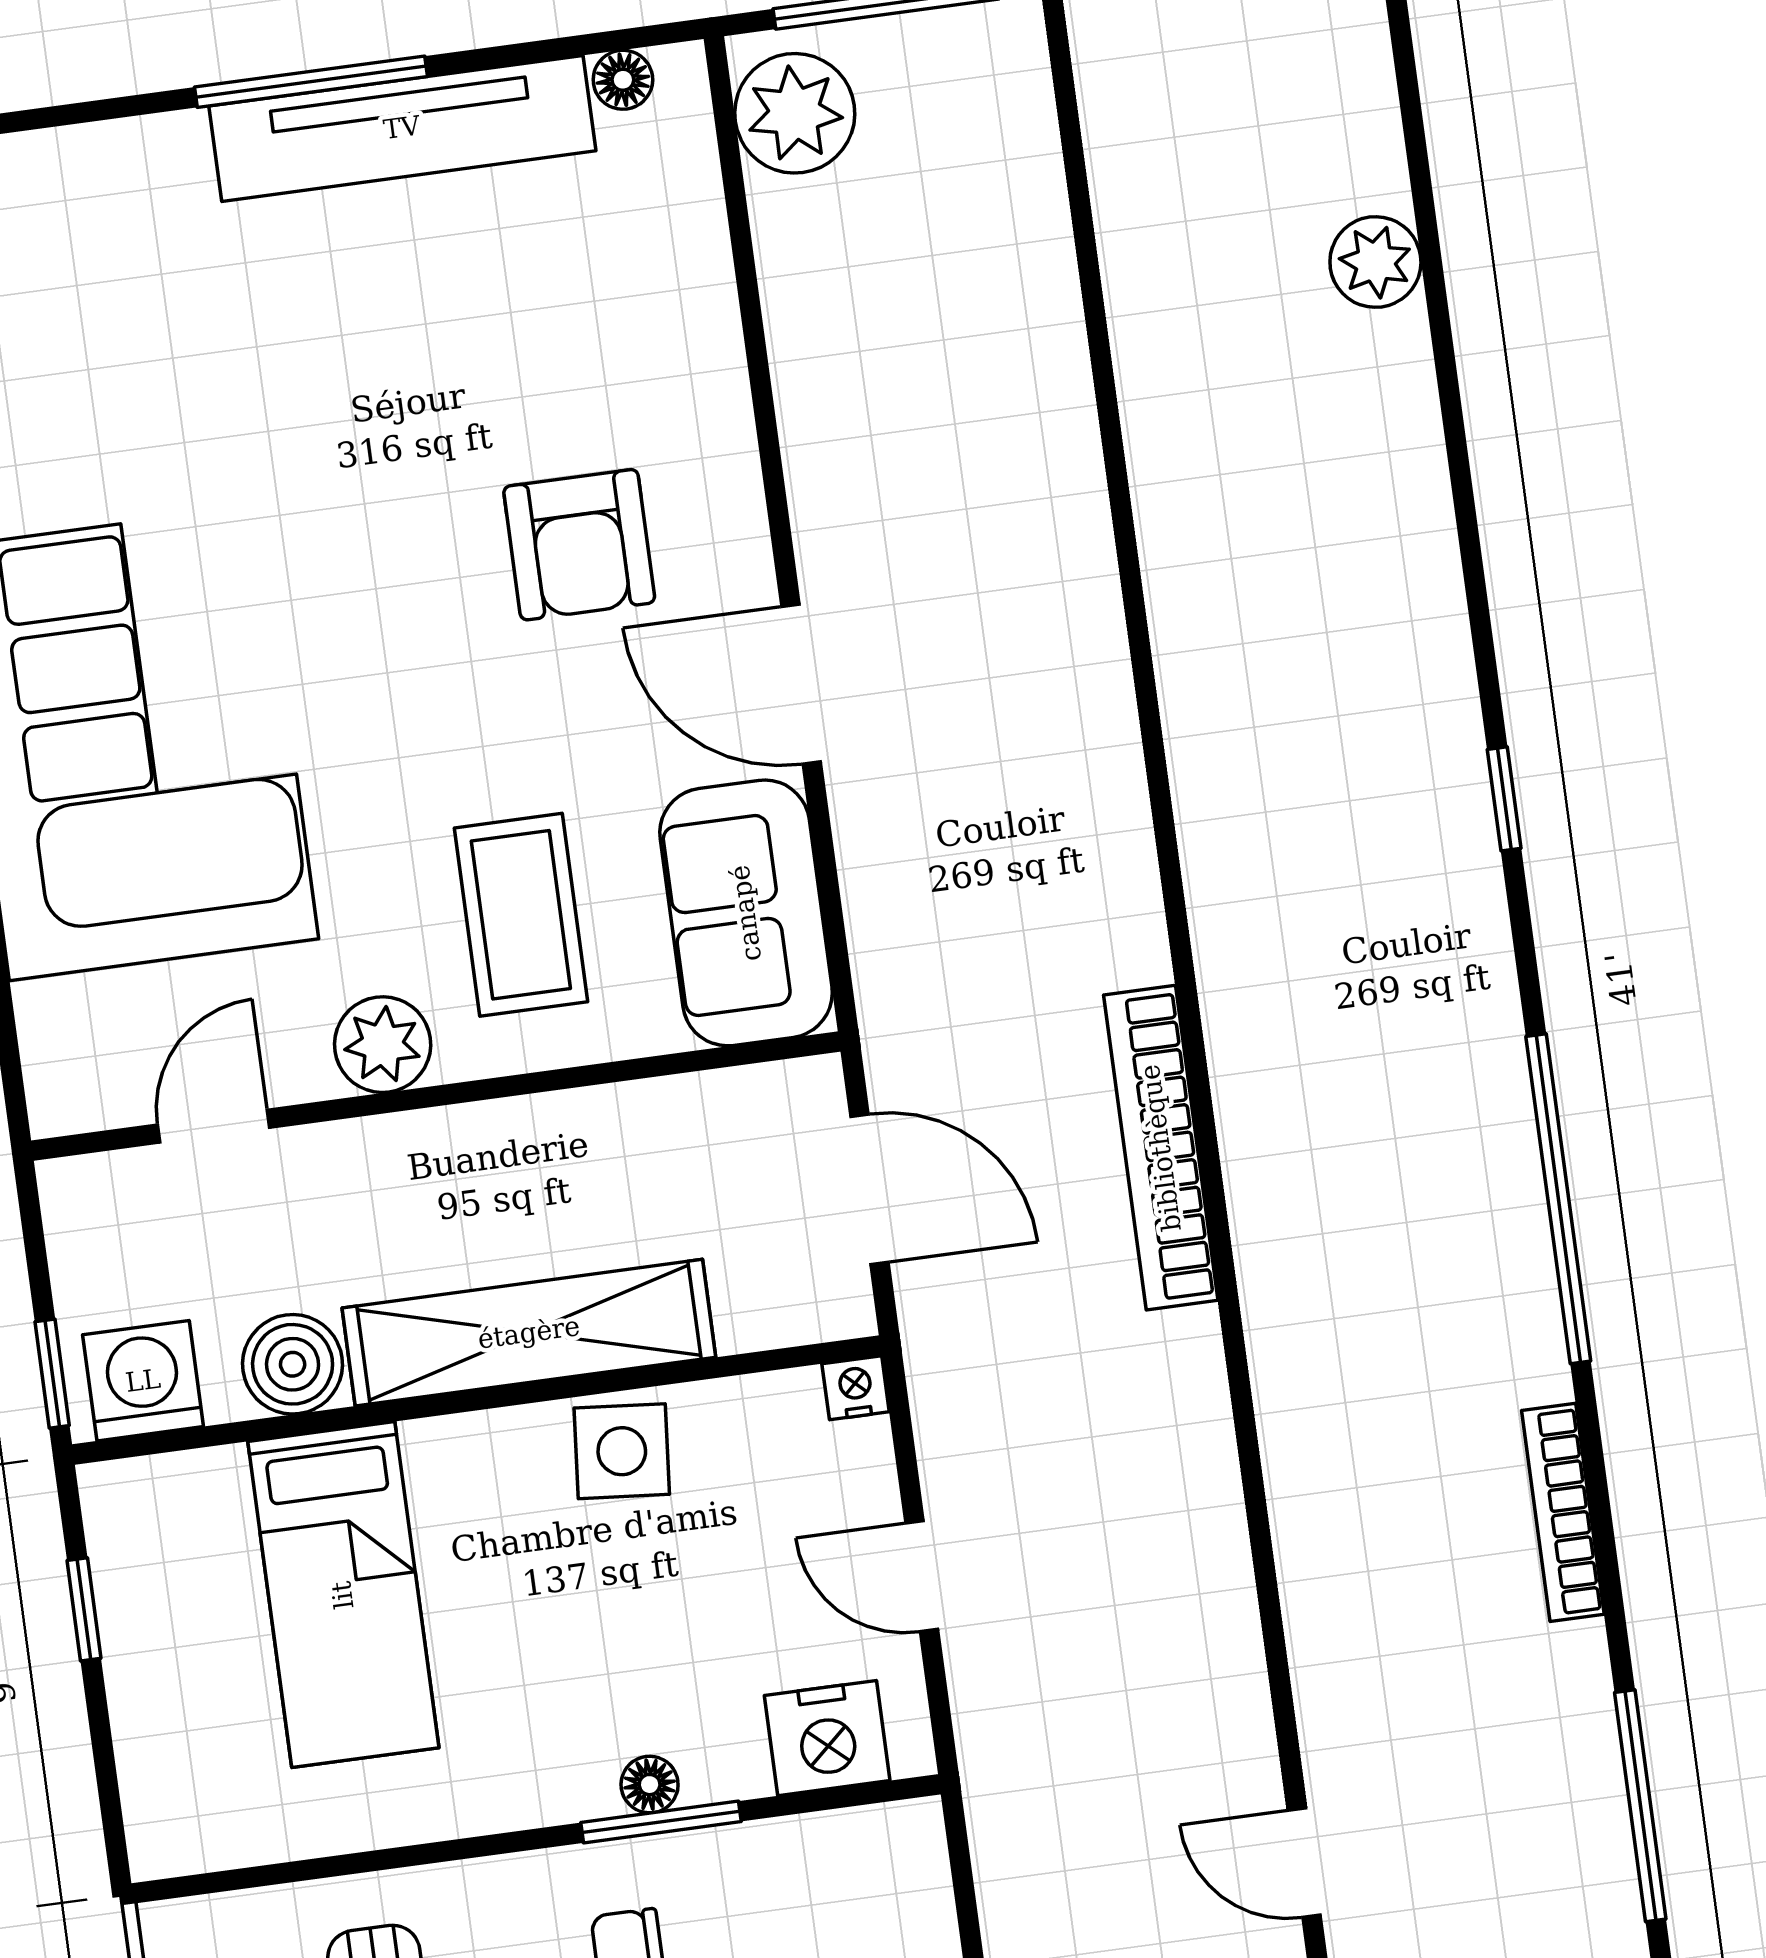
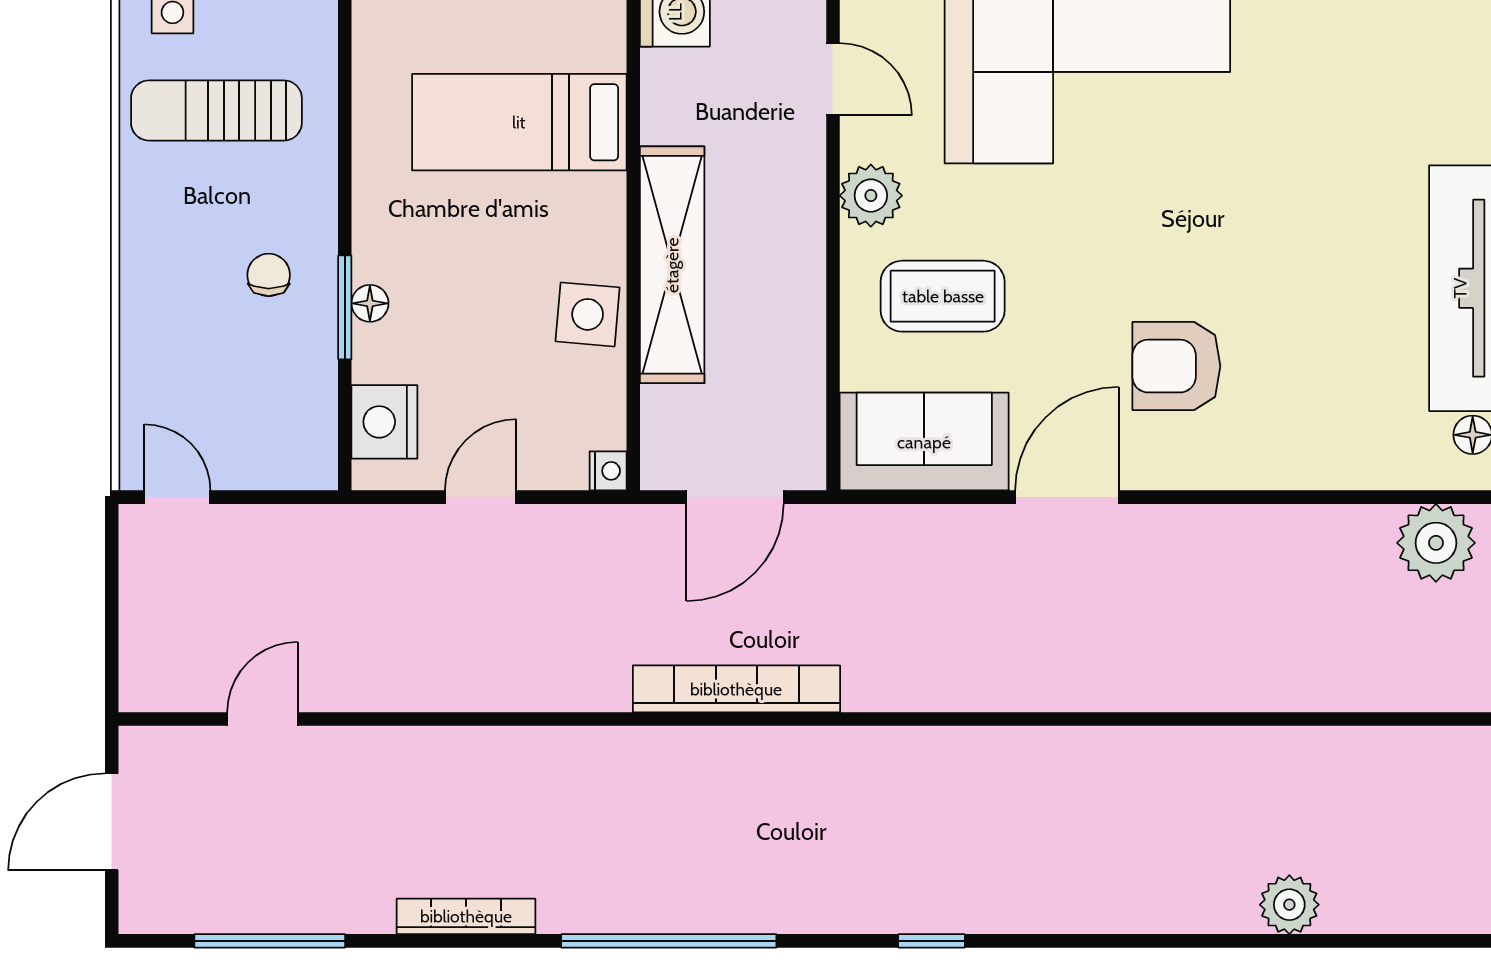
boiler: (293, 1364) -> (672, 110), removed

